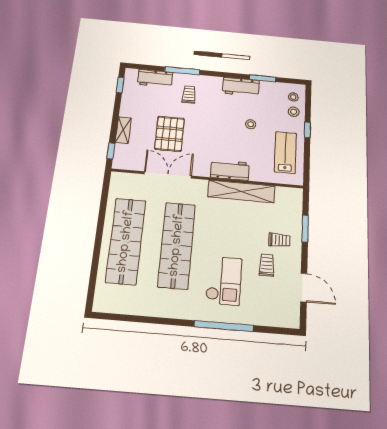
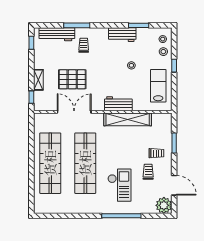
workbench: (155, 78) -> (57, 34), width x1.38
pallet: (170, 134) -> (72, 79), turned 90
plant: (288, 316) -> (164, 205), added

